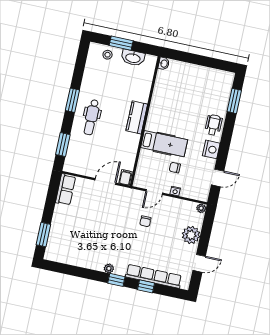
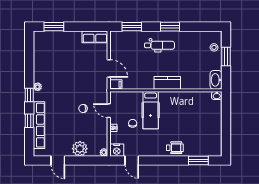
washbasin: (133, 58) -> (216, 80), moved
dental chair: (91, 117) -> (159, 45), turned 180
nightstand: (211, 149) -> (117, 150), moved

